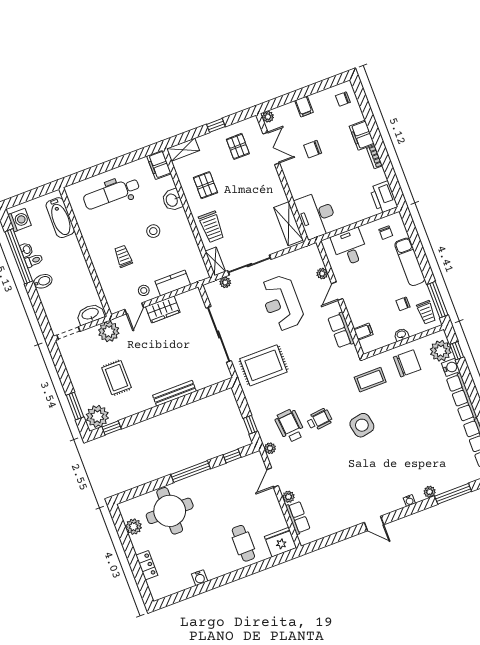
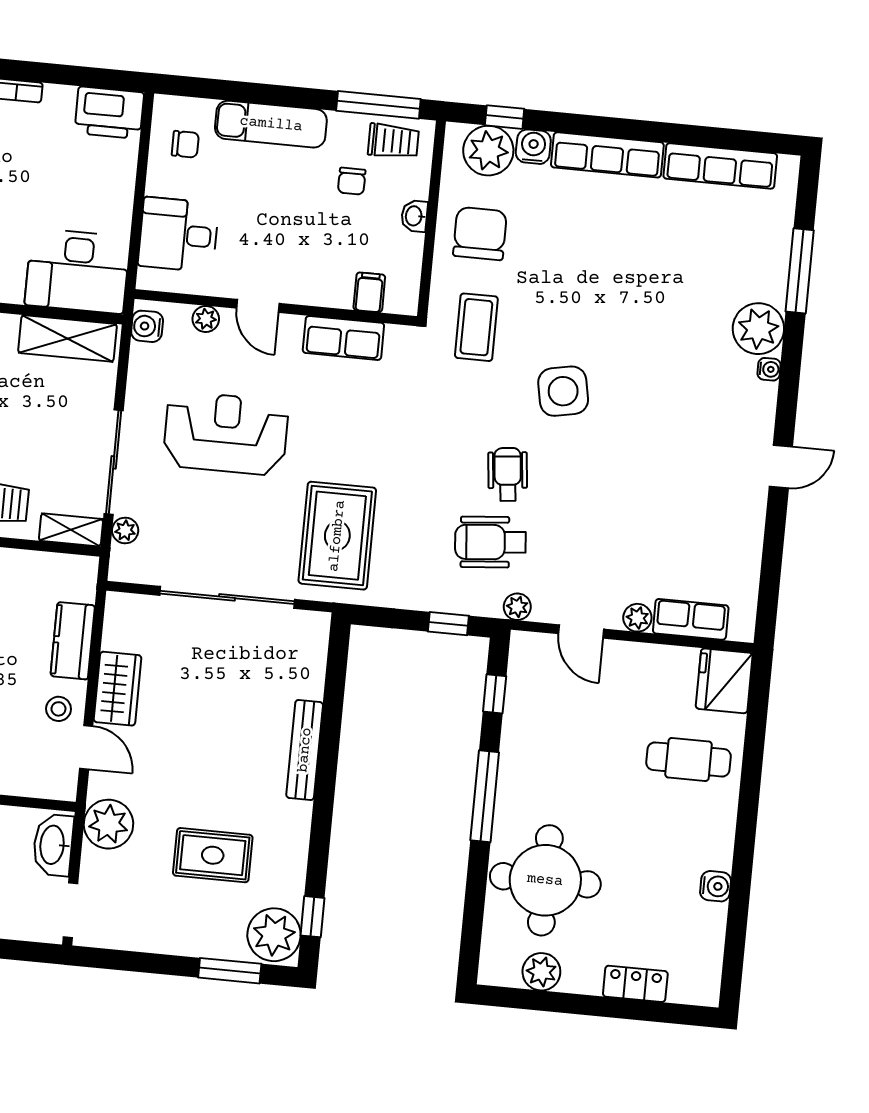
water cooler: (308, 252) -> (147, 326), added
reception desk: (282, 303) -> (226, 433), turned 180
plant: (430, 492) -> (758, 329), width x1.87, depth x1.87

